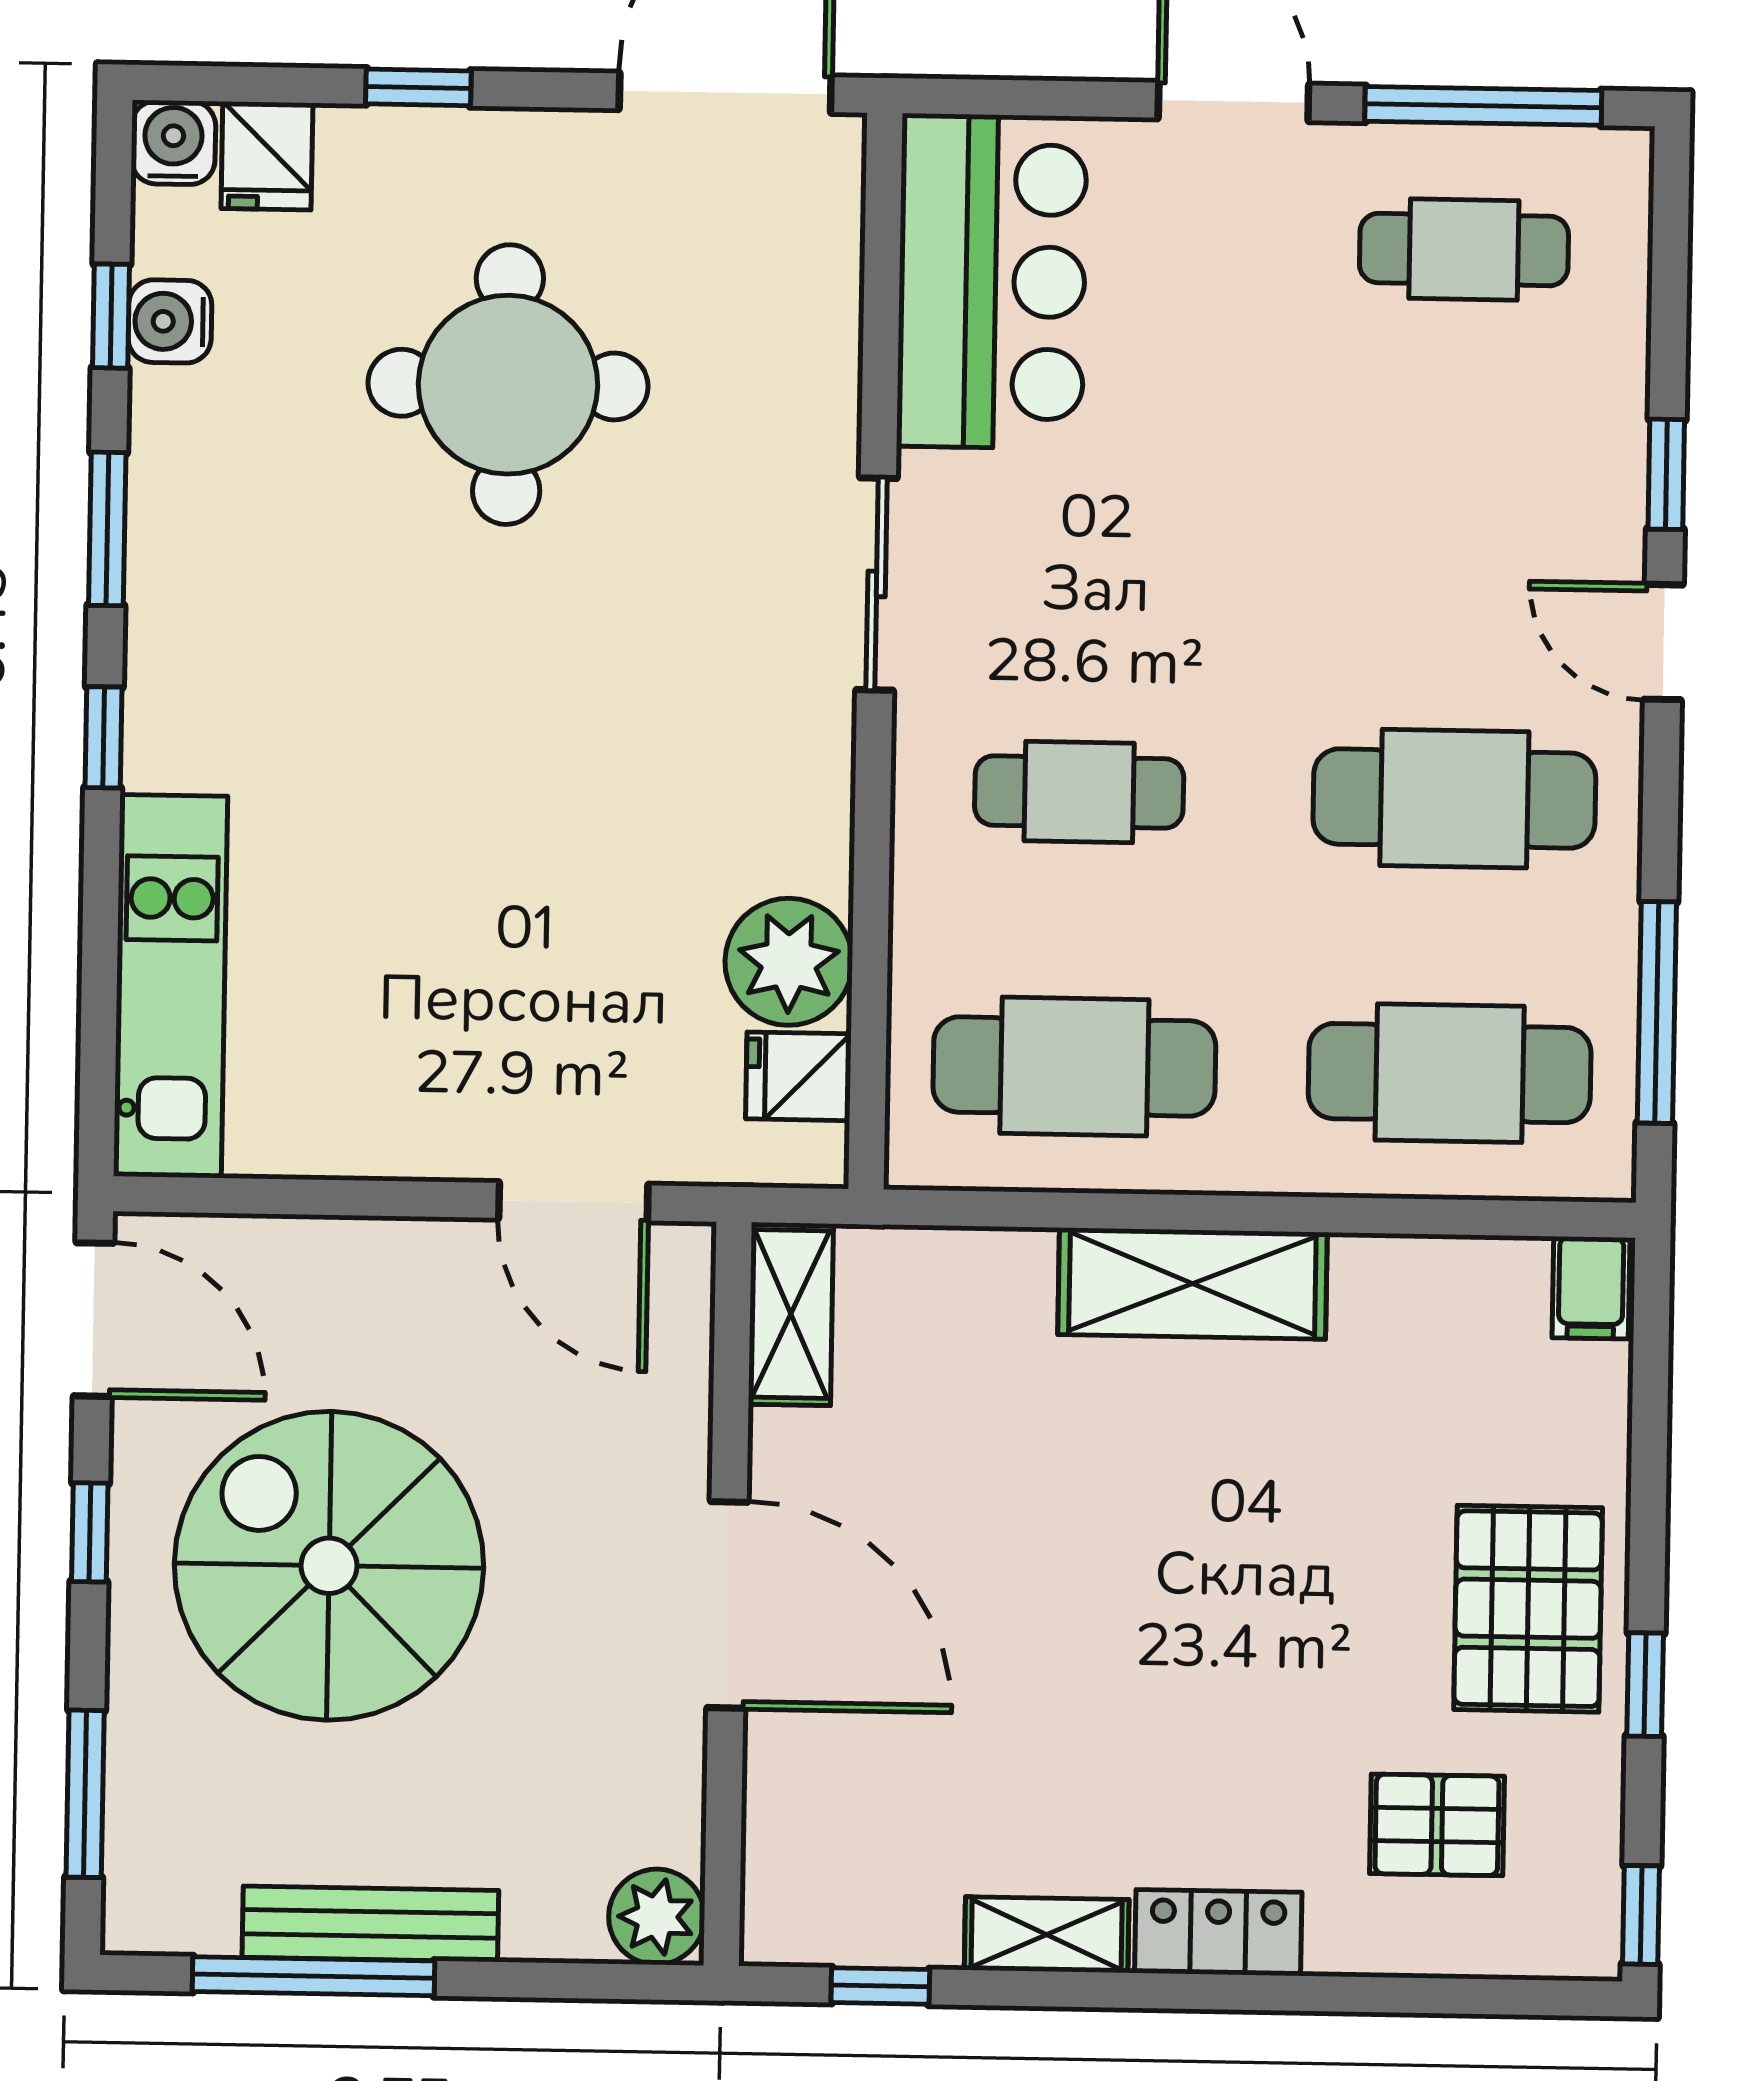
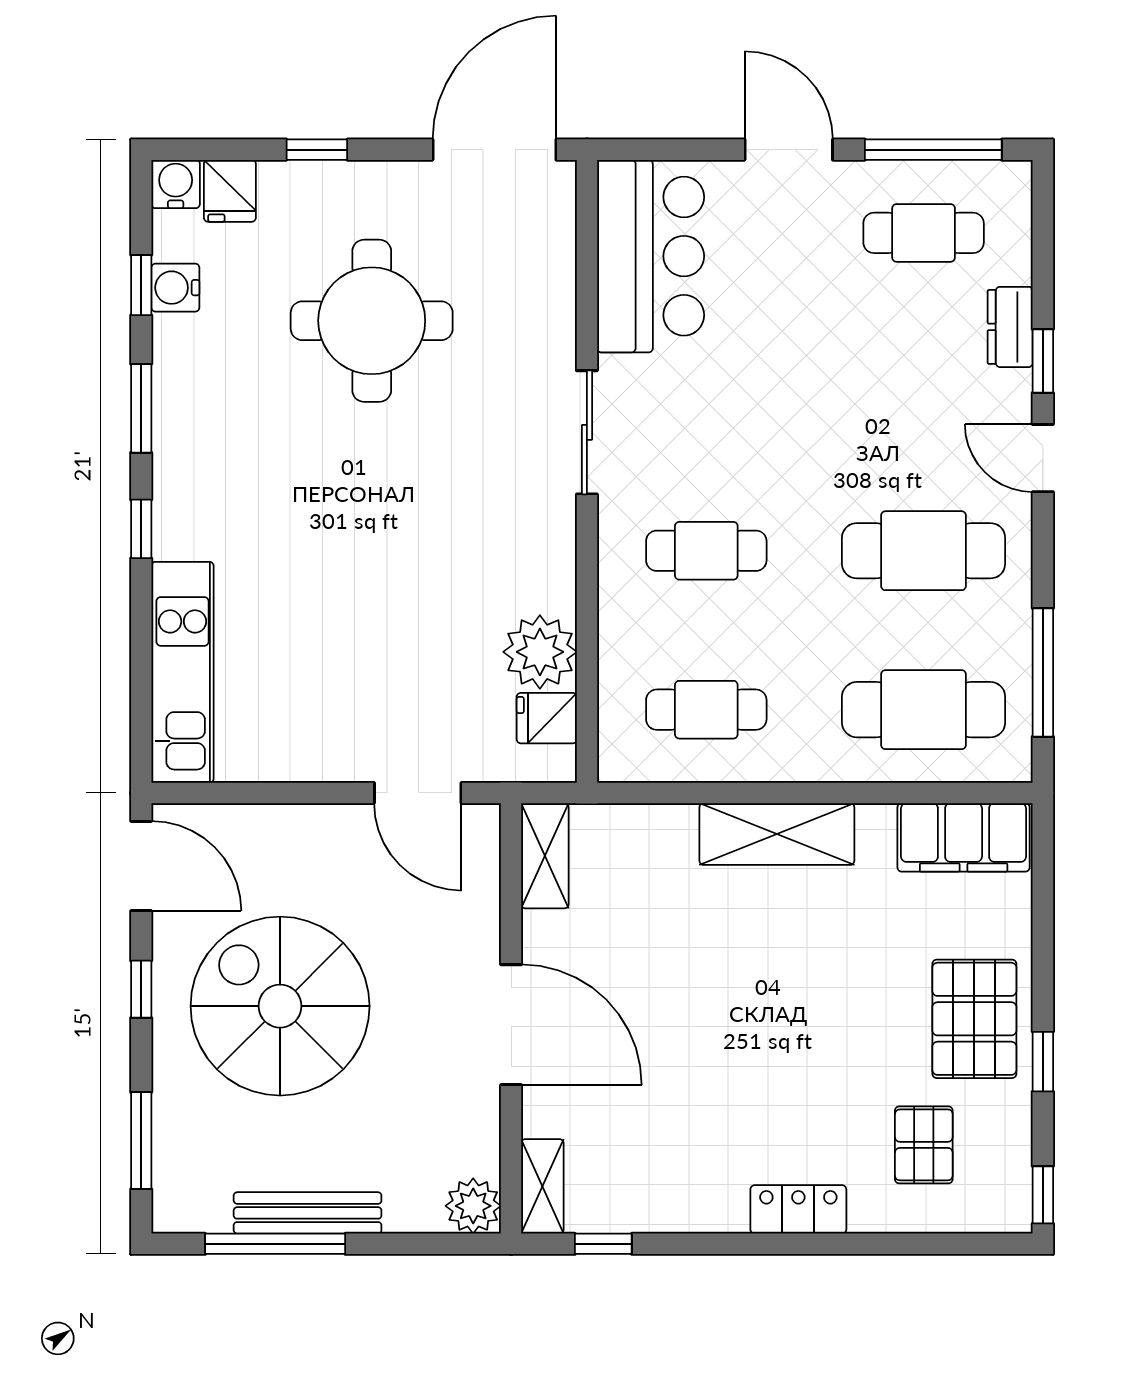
dresser: (1611, 415) -> (1010, 327), added
cafe table: (1074, 1066) -> (706, 710), width x0.73, depth x0.74
filing cabinet: (1591, 1288) -> (964, 837), width x3.00, depth x1.17
pallet: (1437, 1825) -> (924, 1145), turned 90
shelving: (1047, 1935) -> (542, 1186), moved, turned 90

